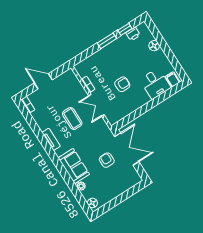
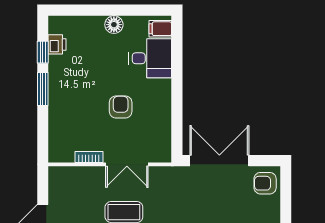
floor lamp: (154, 46) -> (114, 25), moved
armchair: (107, 160) -> (265, 183), moved

